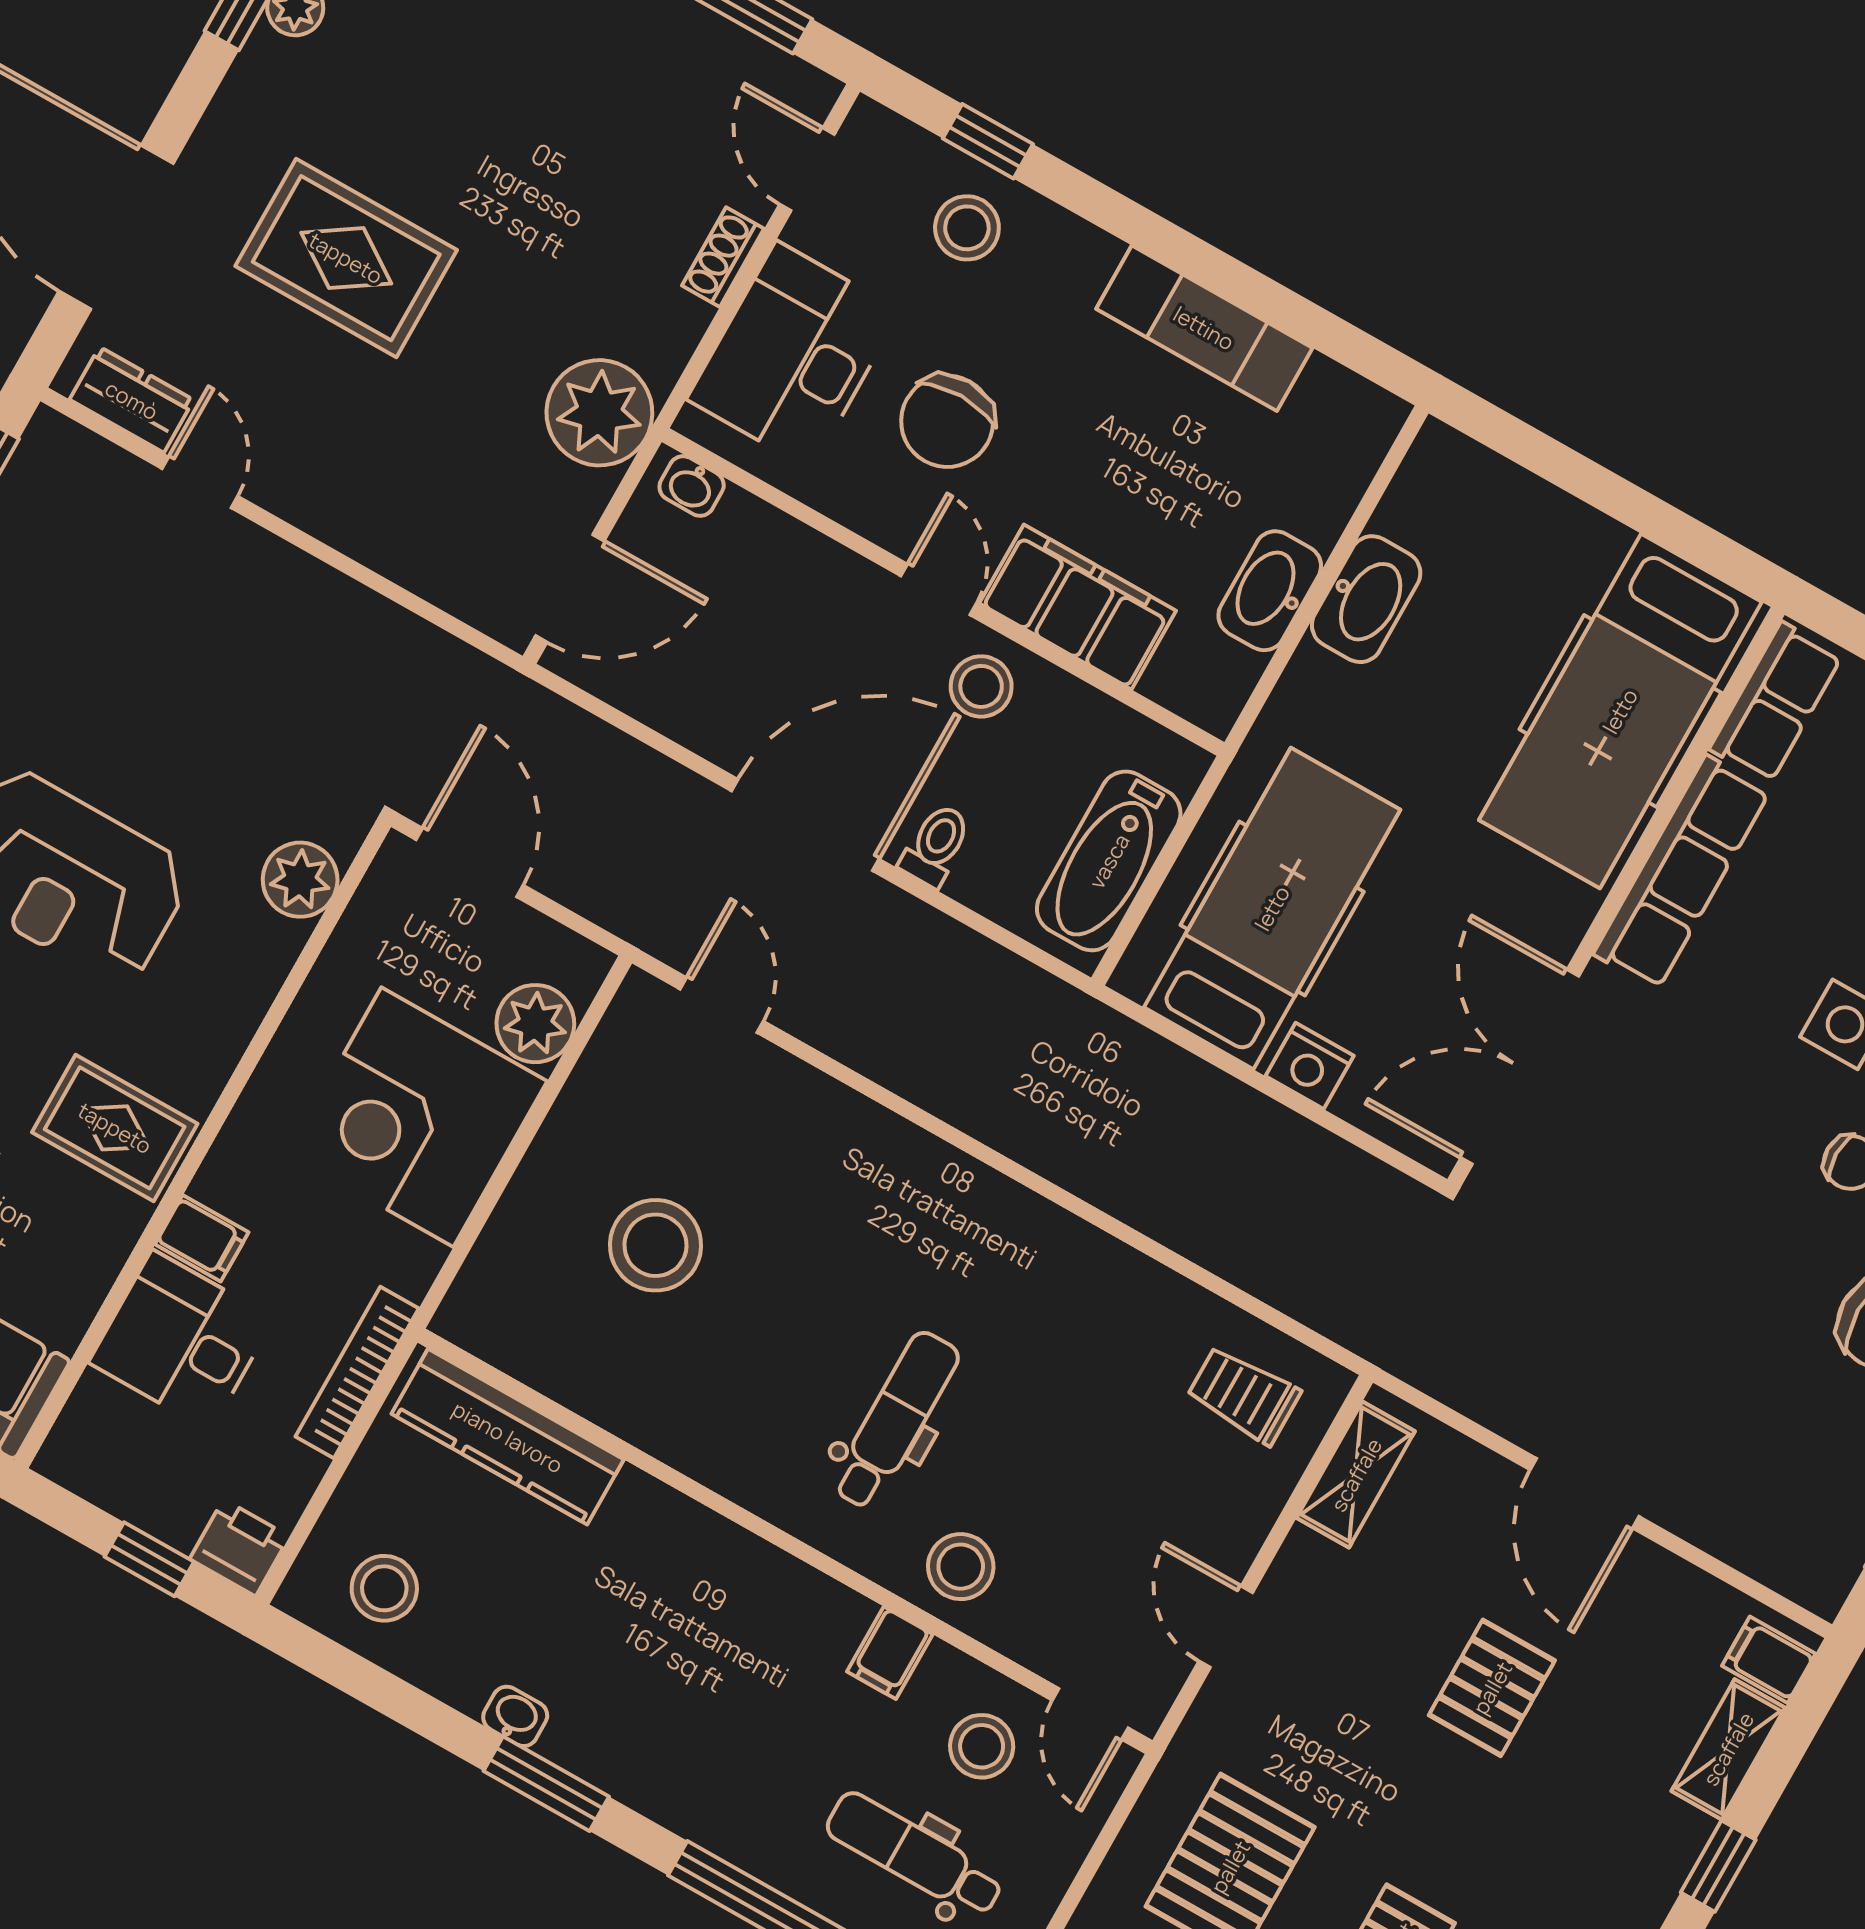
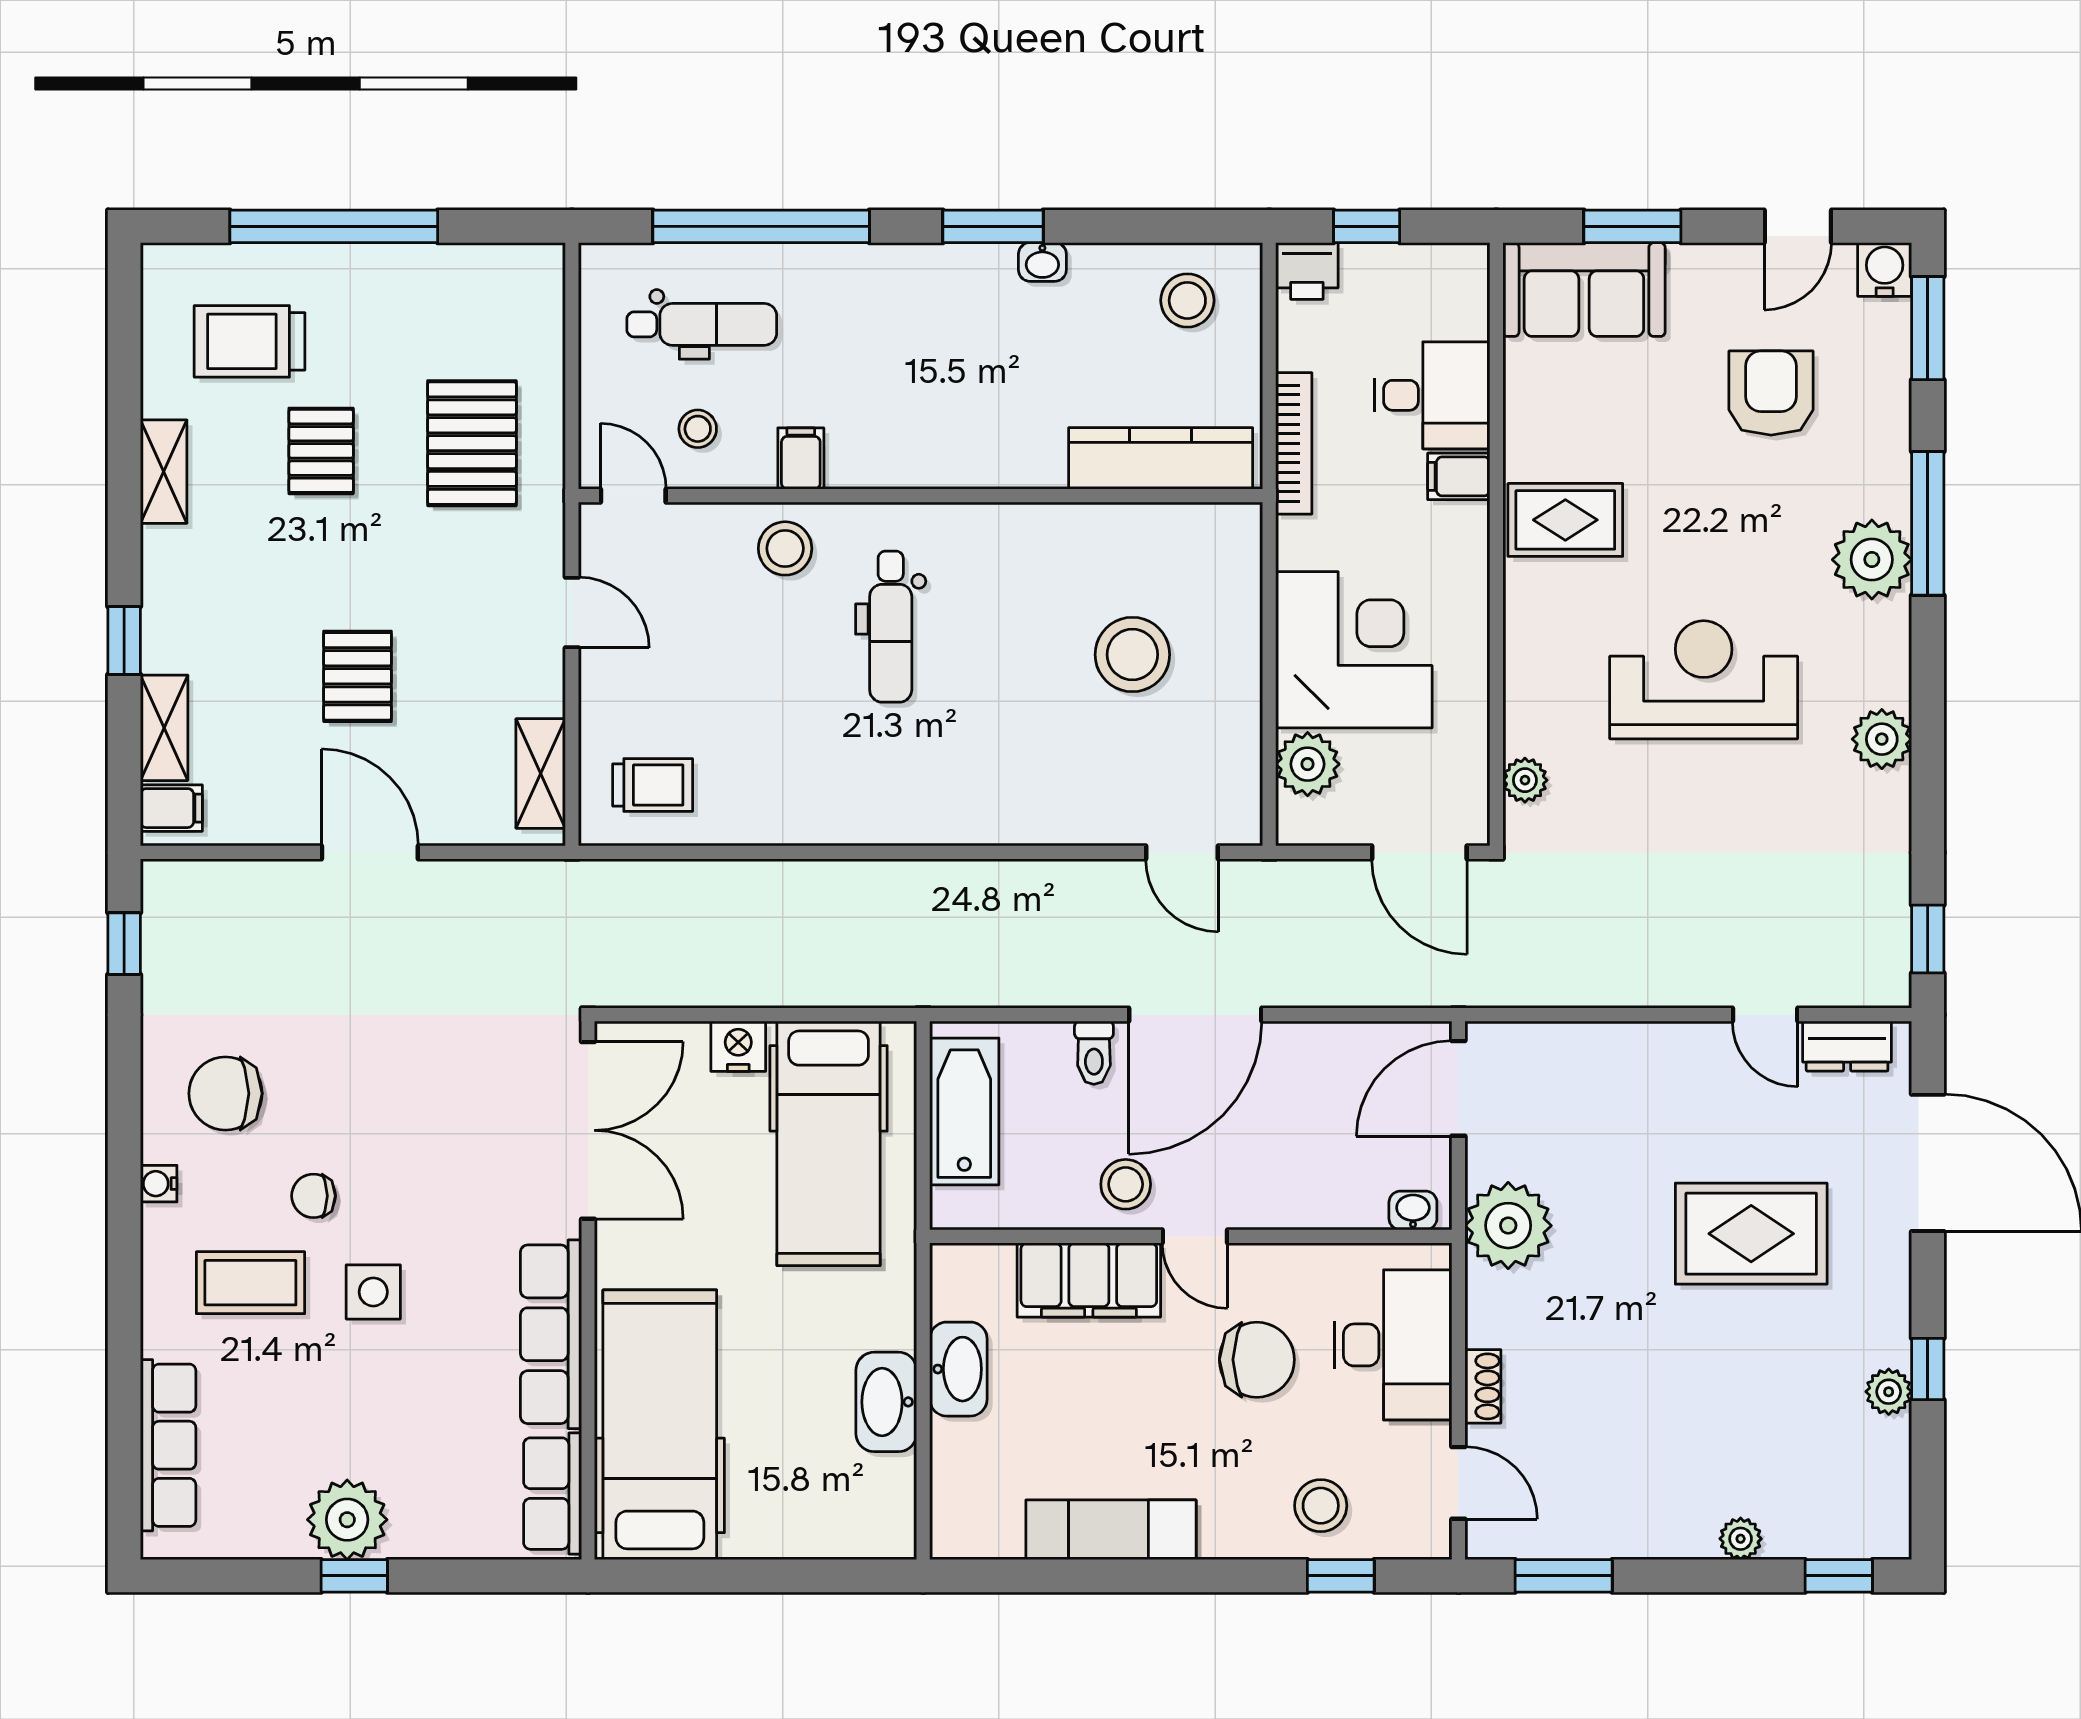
chair: (947, 421) -> (1257, 1360), turned 90
plant: (300, 880) -> (1525, 780), width x0.73, depth x0.73
stool: (982, 1746) -> (698, 429), width x0.73, depth x0.73

